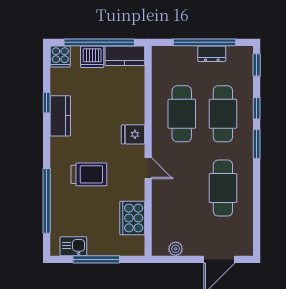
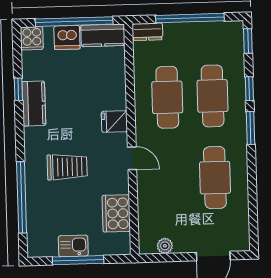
dresser: (212, 54) -> (147, 32), moved
kitchen sink: (73, 246) -> (73, 246), moved

